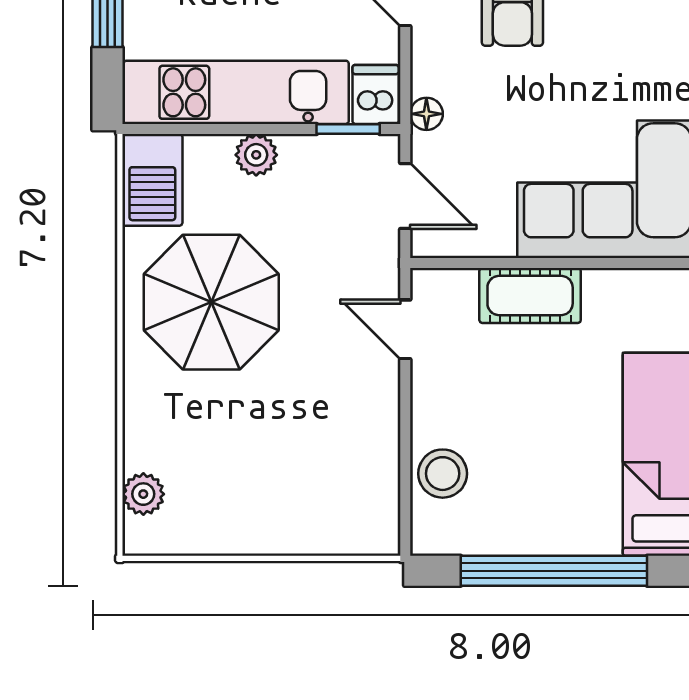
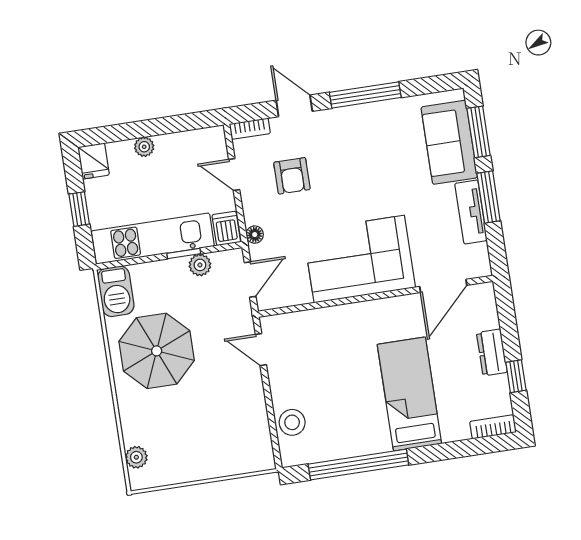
window: (348, 129) -> (184, 254), moved
plant: (256, 155) -> (200, 265), moved
door: (405, 196) -> (250, 279), hinge flipped
cot: (530, 295) -> (324, 322), removed

